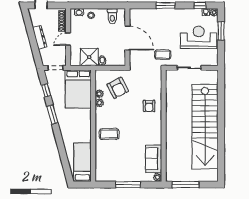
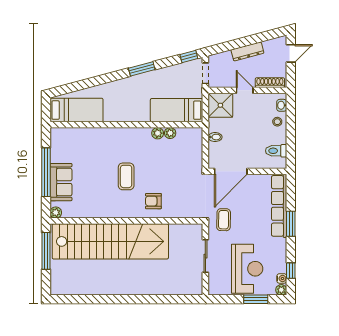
row of seats: (153, 14) -> (279, 206), added
door: (127, 38) -> (231, 171), moved
shower: (89, 57) -> (220, 105), moved
armchair: (118, 88) -> (178, 158), removed
bed: (78, 89) -> (177, 110), width x0.67
window: (46, 90) -> (189, 56), moved
stairs: (205, 127) -> (110, 241), moved, turned 180
coffee table: (109, 134) -> (126, 176), moved
sofa: (154, 159) -> (61, 182), moved, turned 90
window: (128, 185) -> (46, 172), width x1.46

